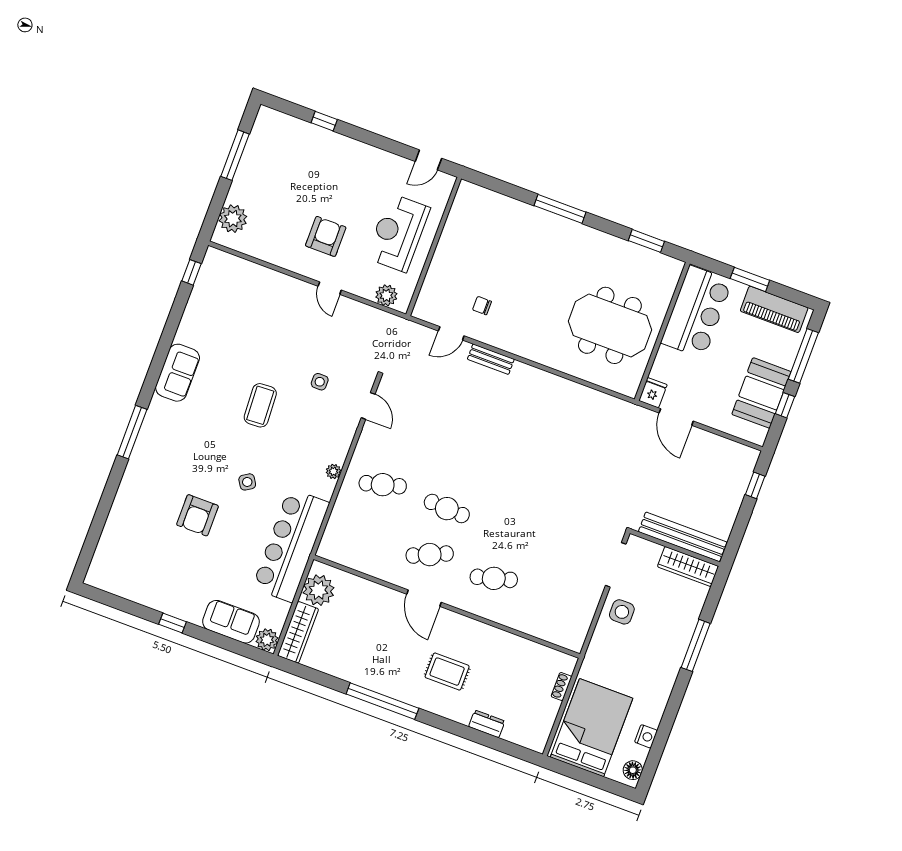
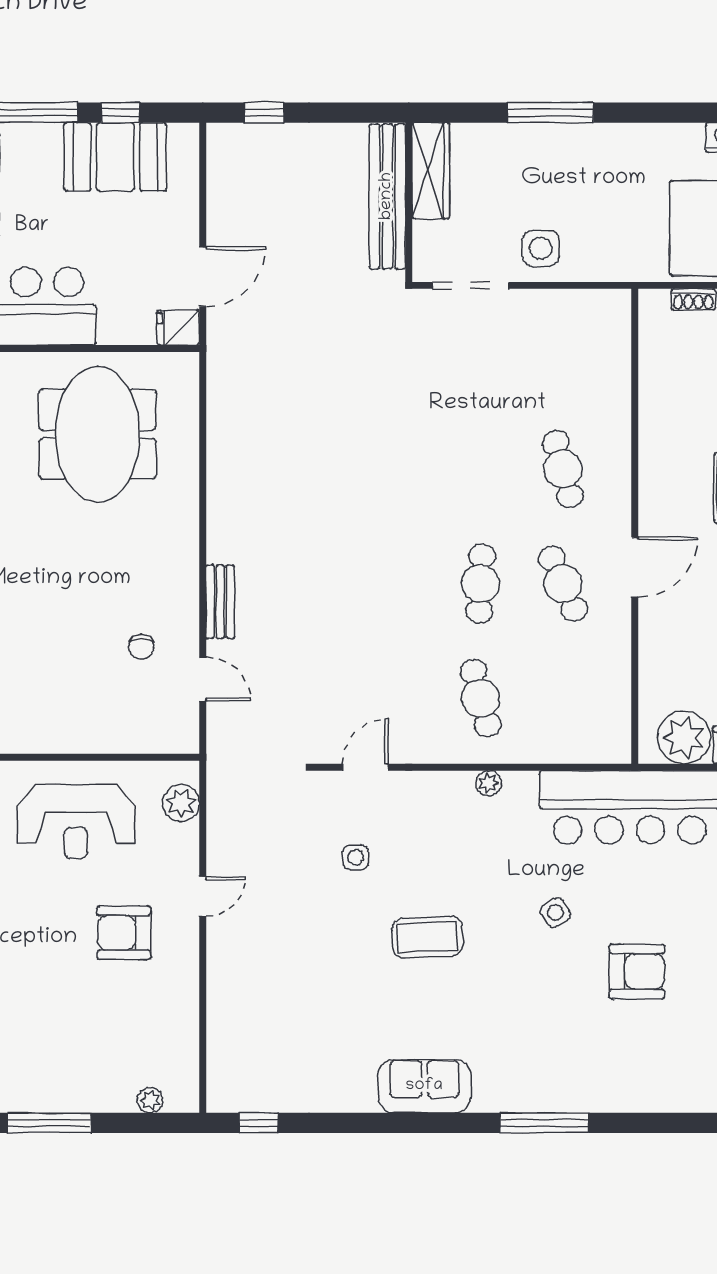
plant: (233, 219) -> (150, 1100), width x0.53, depth x0.53

